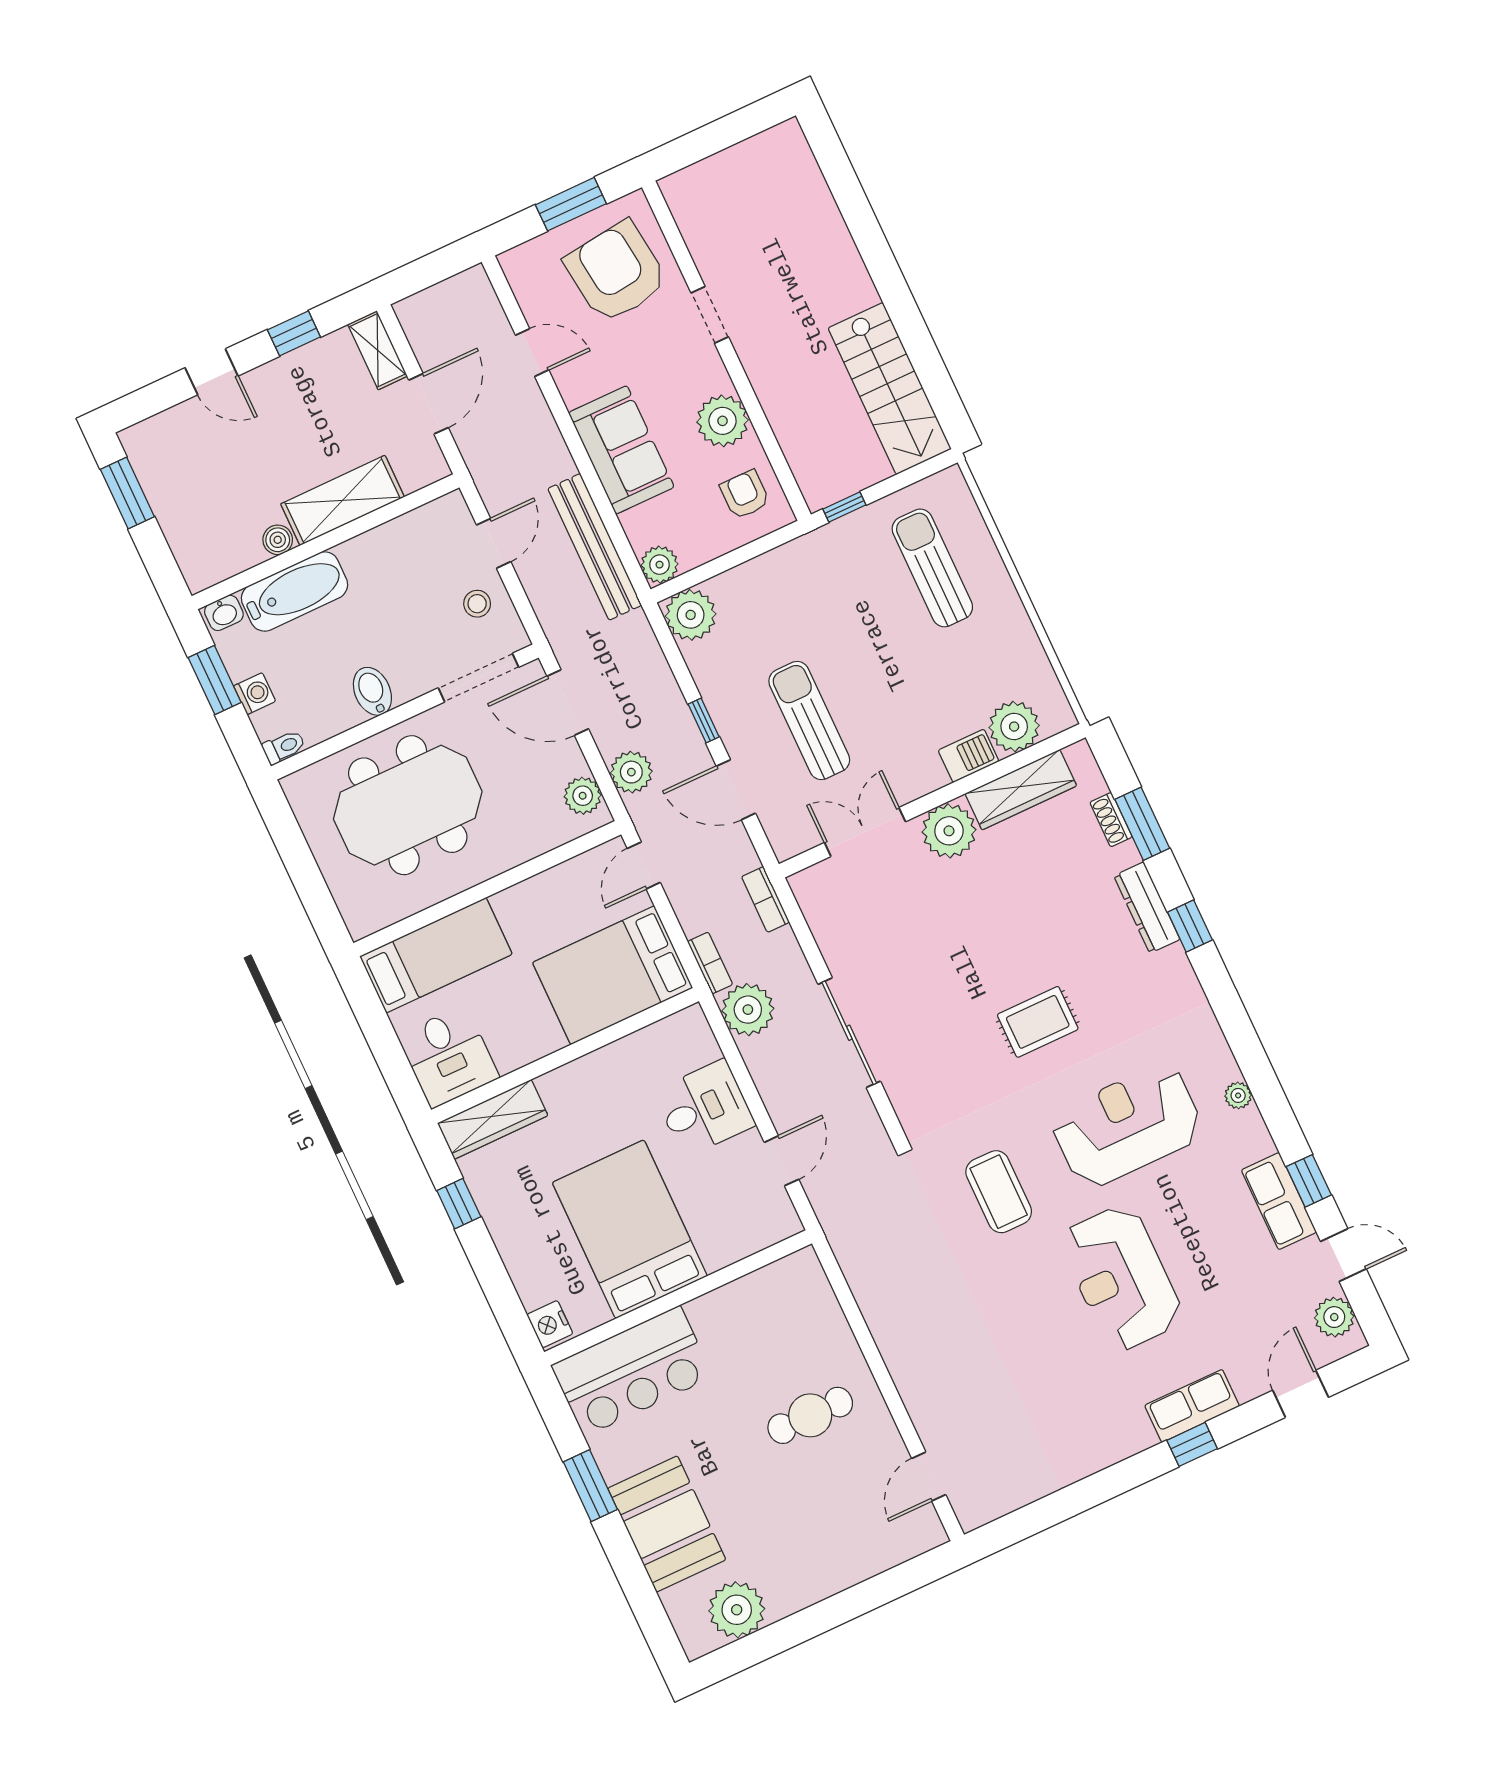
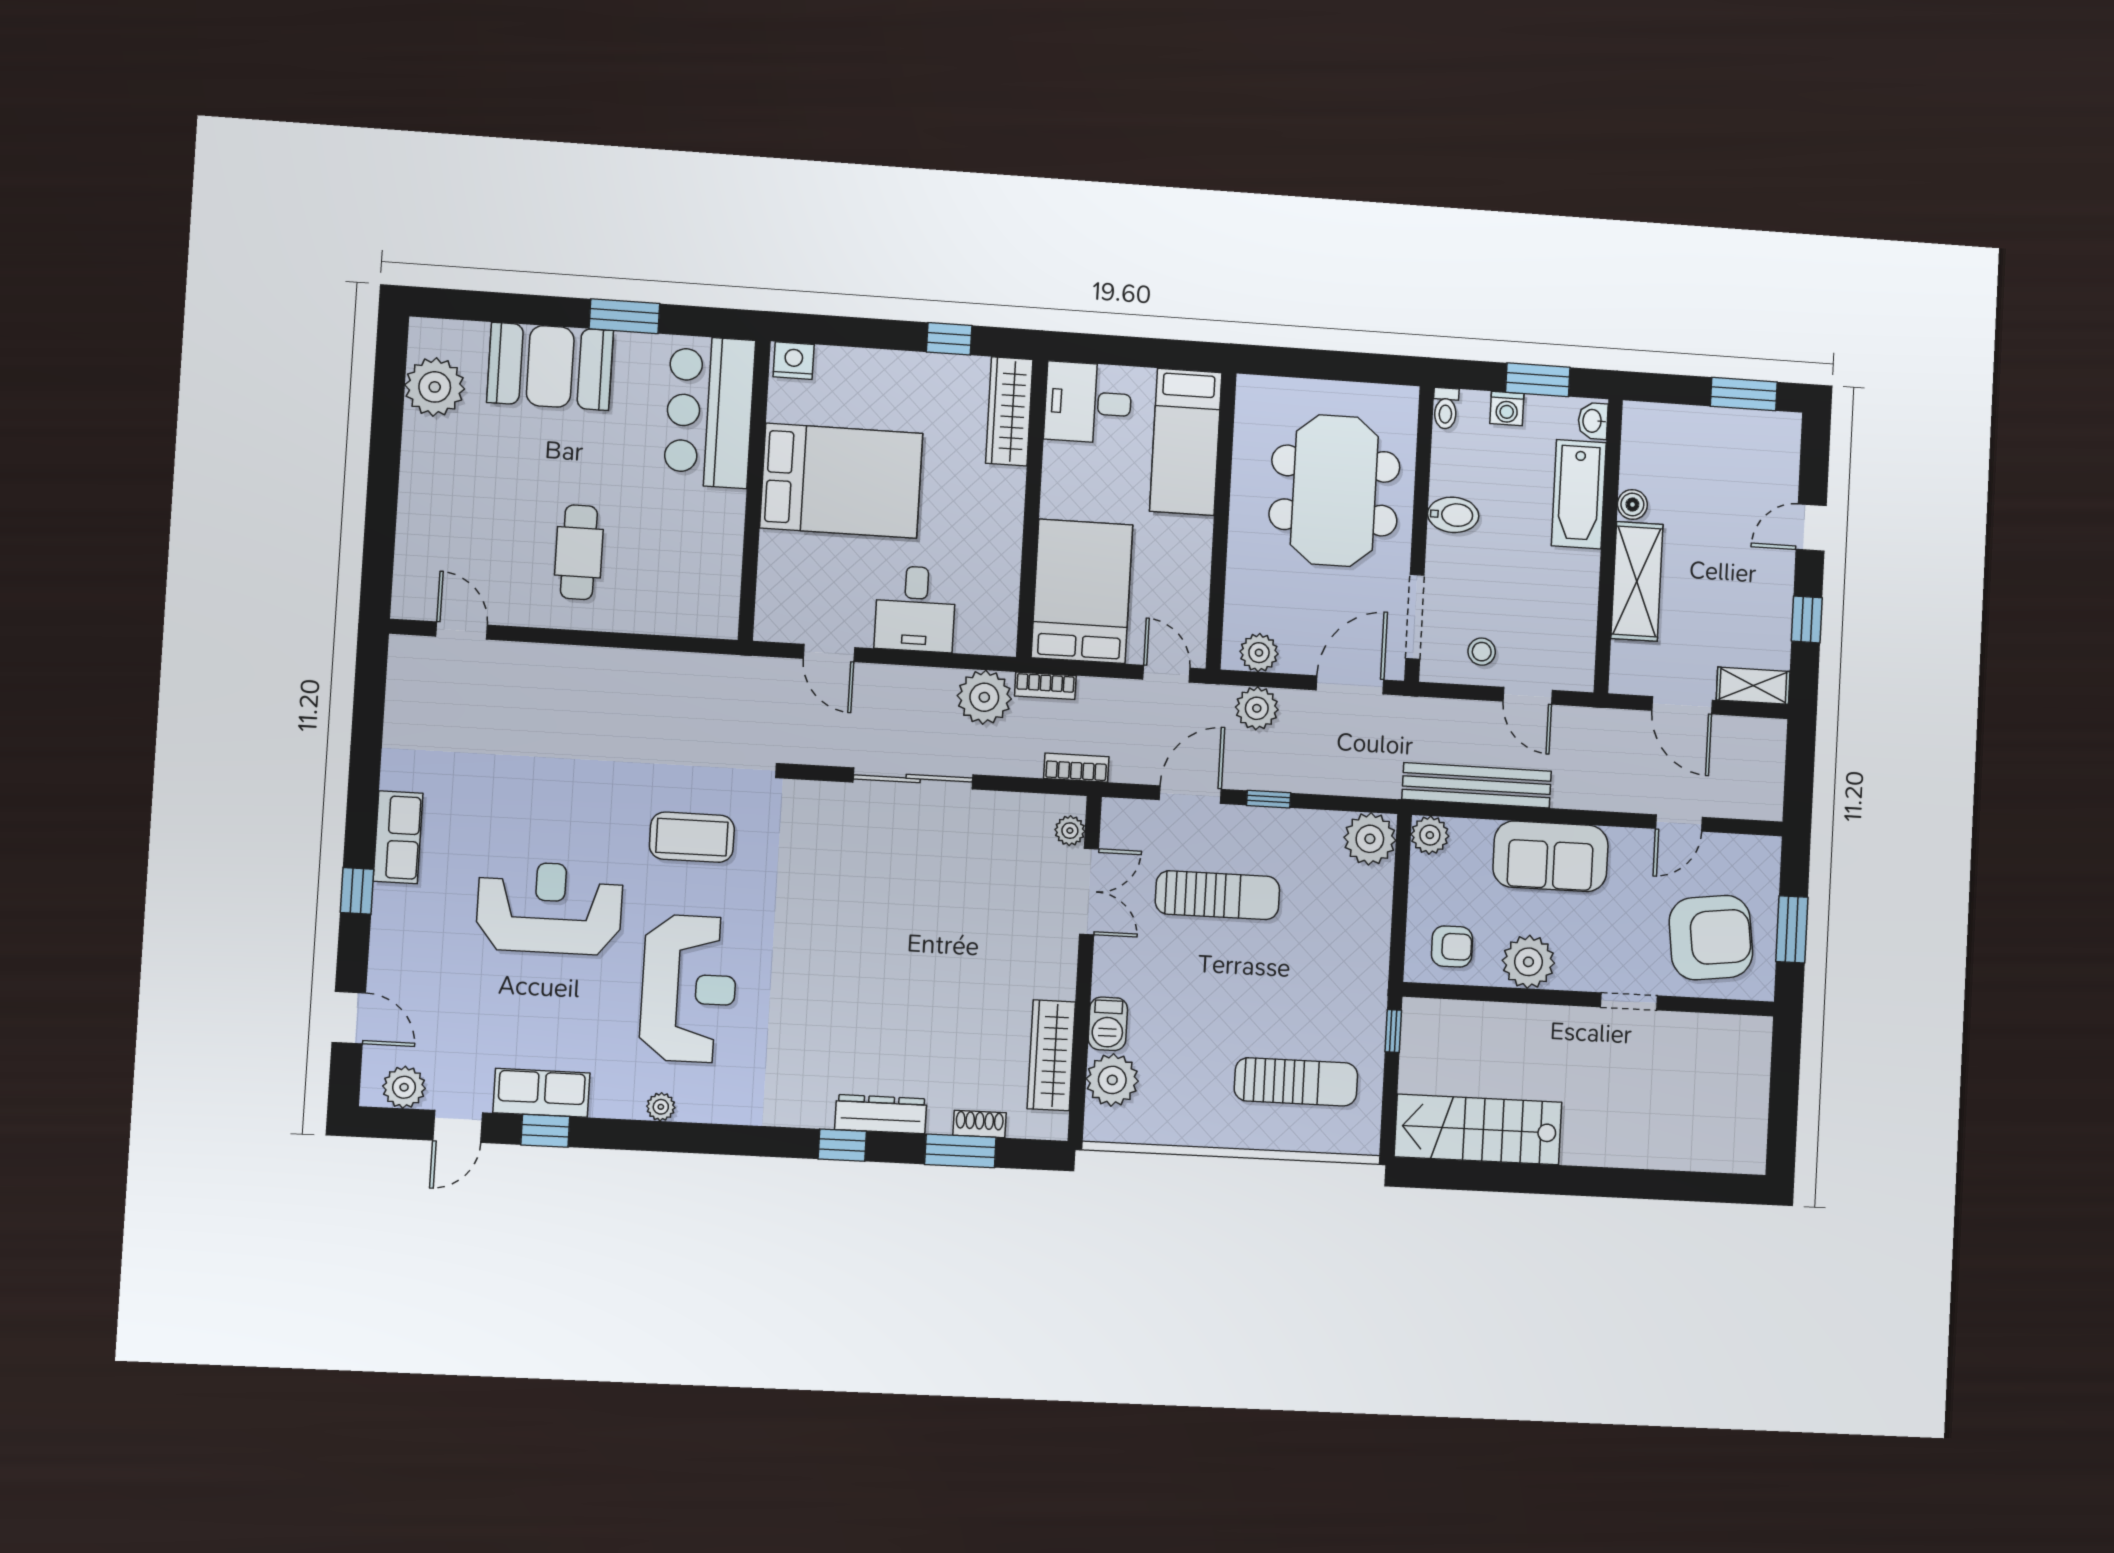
plant: (949, 831) -> (1070, 831), moved, width x0.53, depth x0.53
rug: (1038, 1022) -> (830, 957), removed
row of seats: (1192, 1406) -> (398, 837), moved

